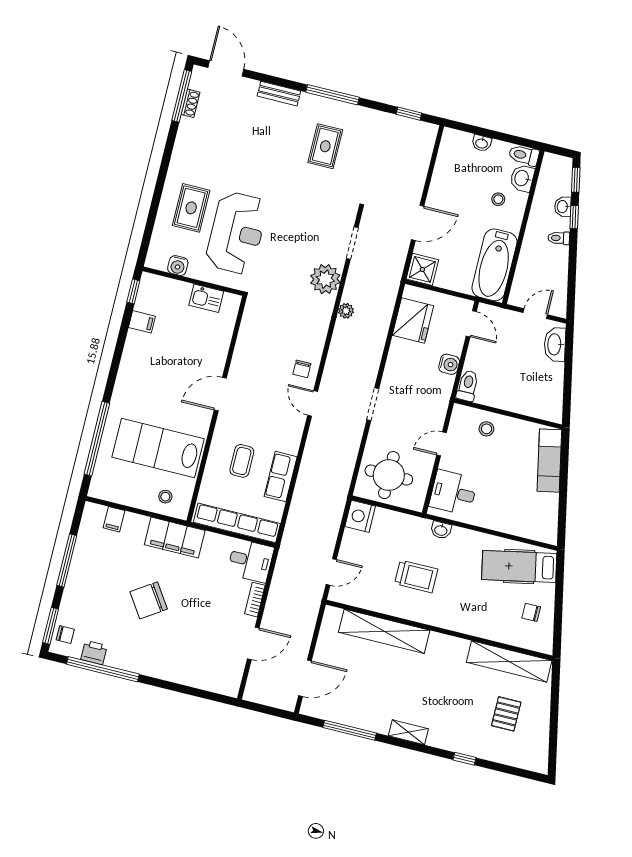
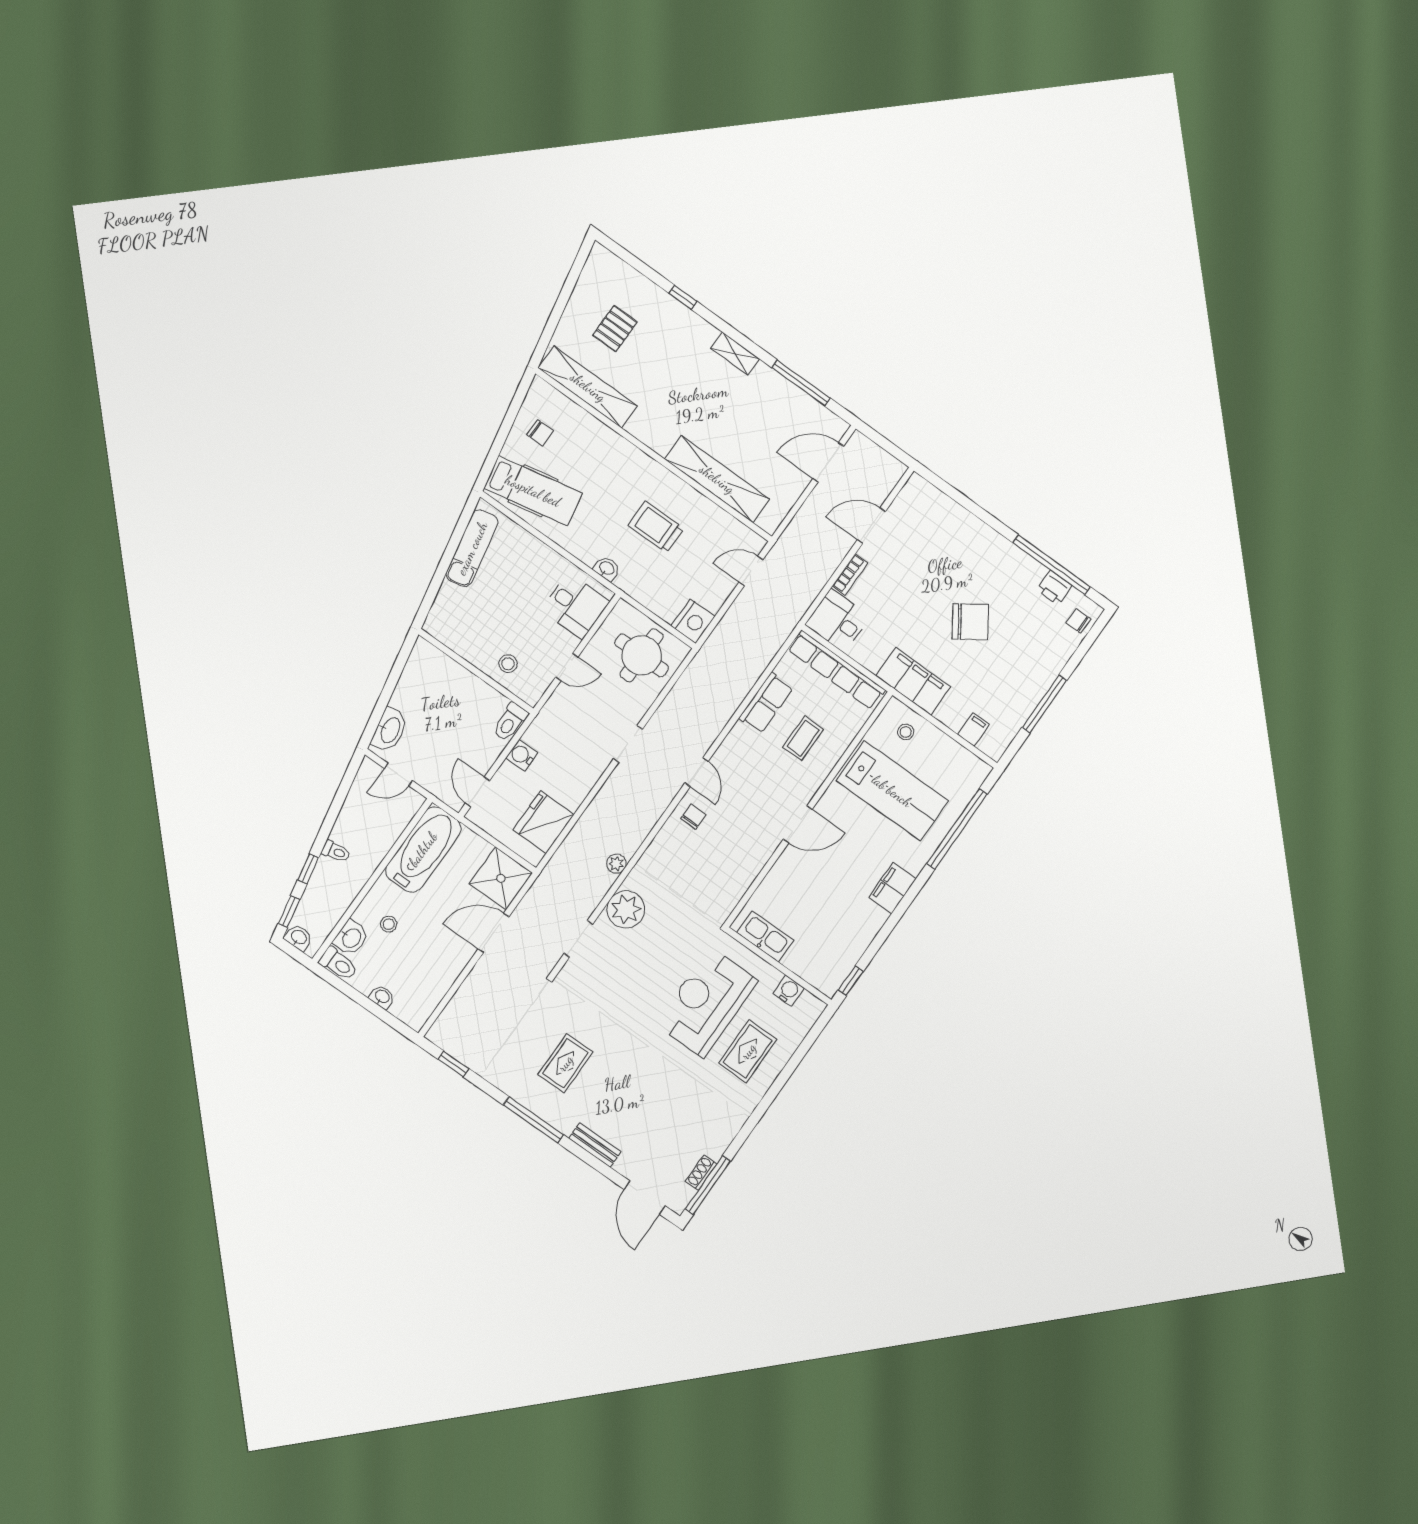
washbasin: (563, 207) -> (299, 938), moved, turned -78
shower: (422, 269) -> (501, 878), width x1.36, depth x1.36
kitchen sink: (206, 298) -> (765, 936), width x1.38
filing cabinet: (142, 322) -> (892, 888), moved, width x2.00
exam couch: (549, 461) -> (472, 548), moved
window: (51, 626) -> (1091, 637), removed

